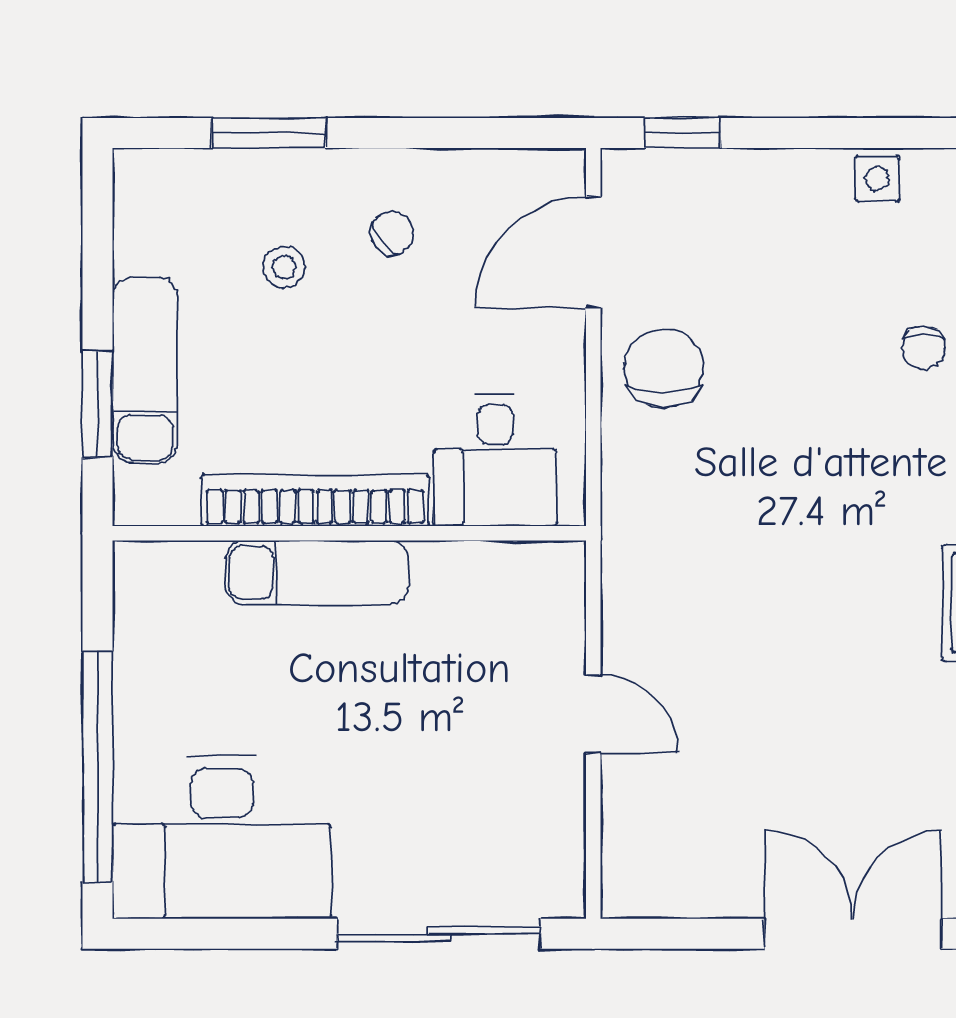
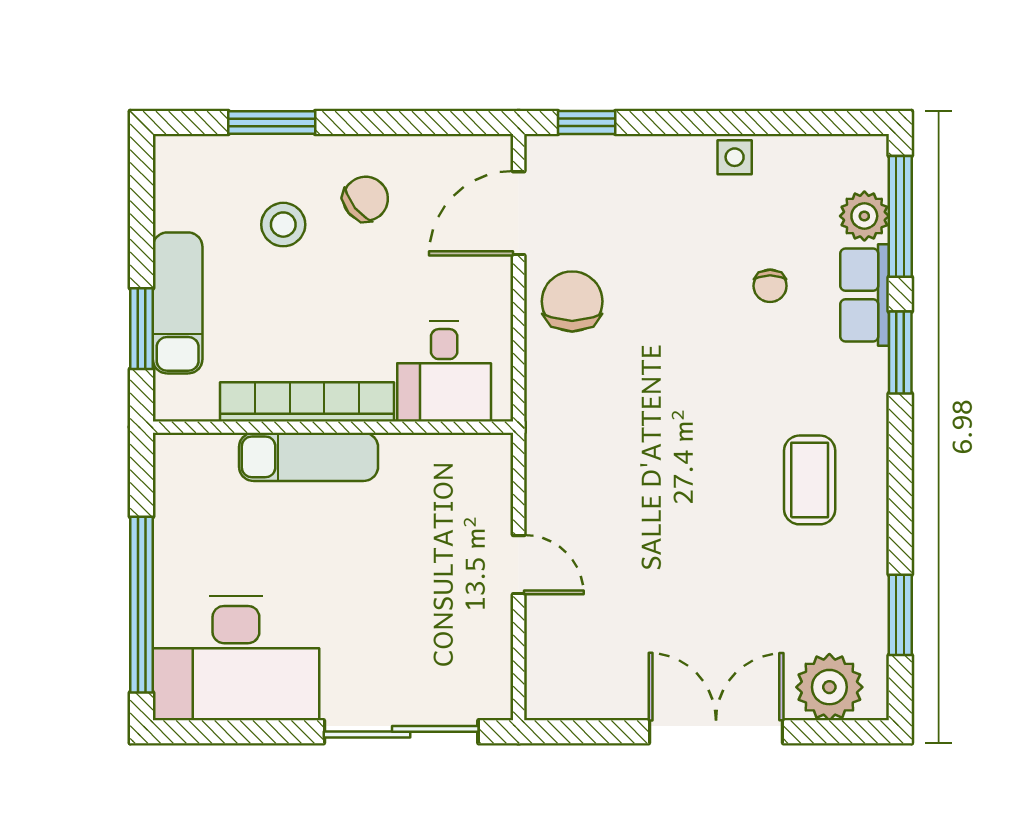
chair: (392, 233) -> (366, 199), width x1.37, depth x1.37
stool: (284, 267) -> (283, 225), width x1.37, depth x1.37

